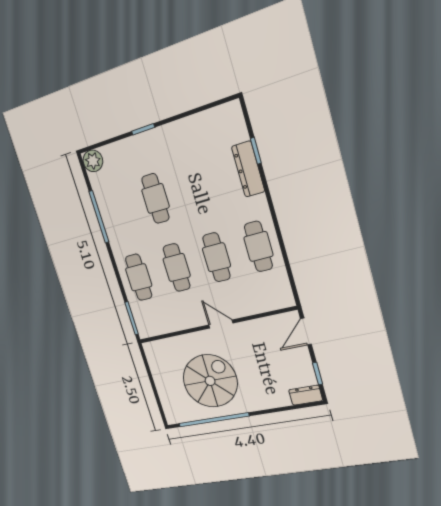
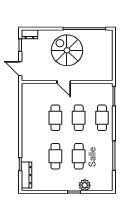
plant: (93, 161) -> (85, 185), moved
dresser: (248, 169) -> (26, 175), moved
cafe table: (258, 246) -> (55, 156), moved
door: (306, 332) -> (20, 69), swing flipped
spiral stairs: (210, 381) -> (67, 50), moved, turned 90

